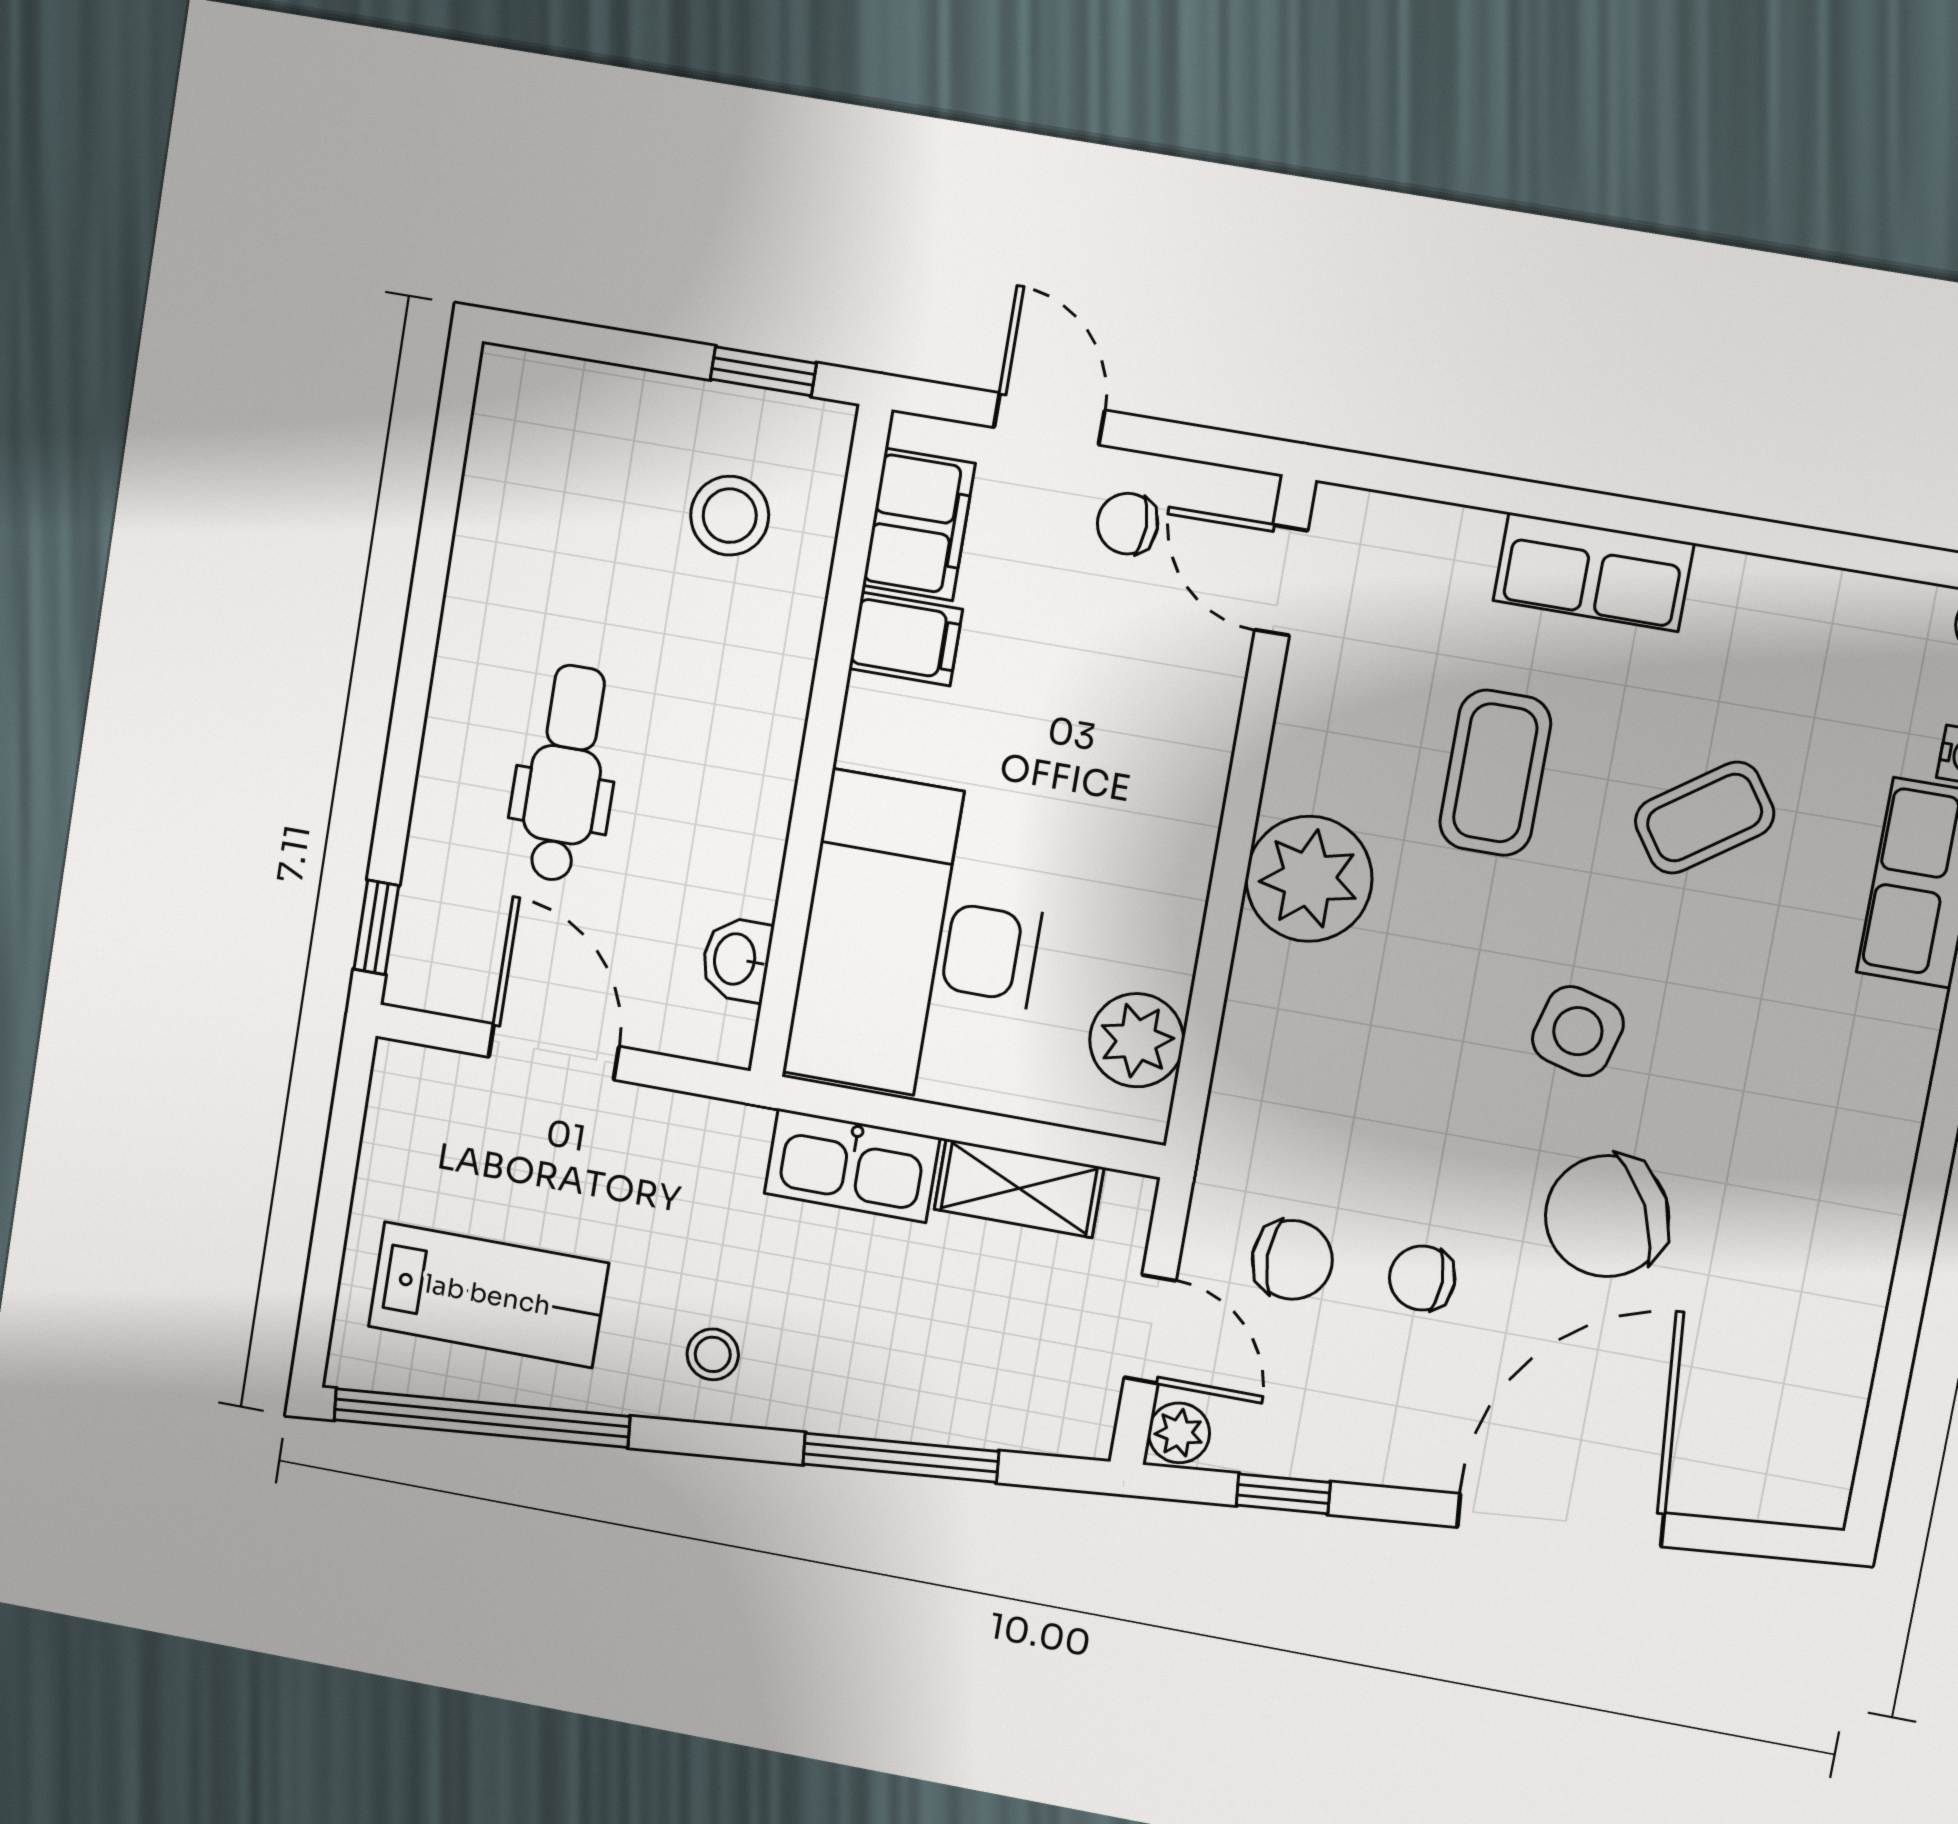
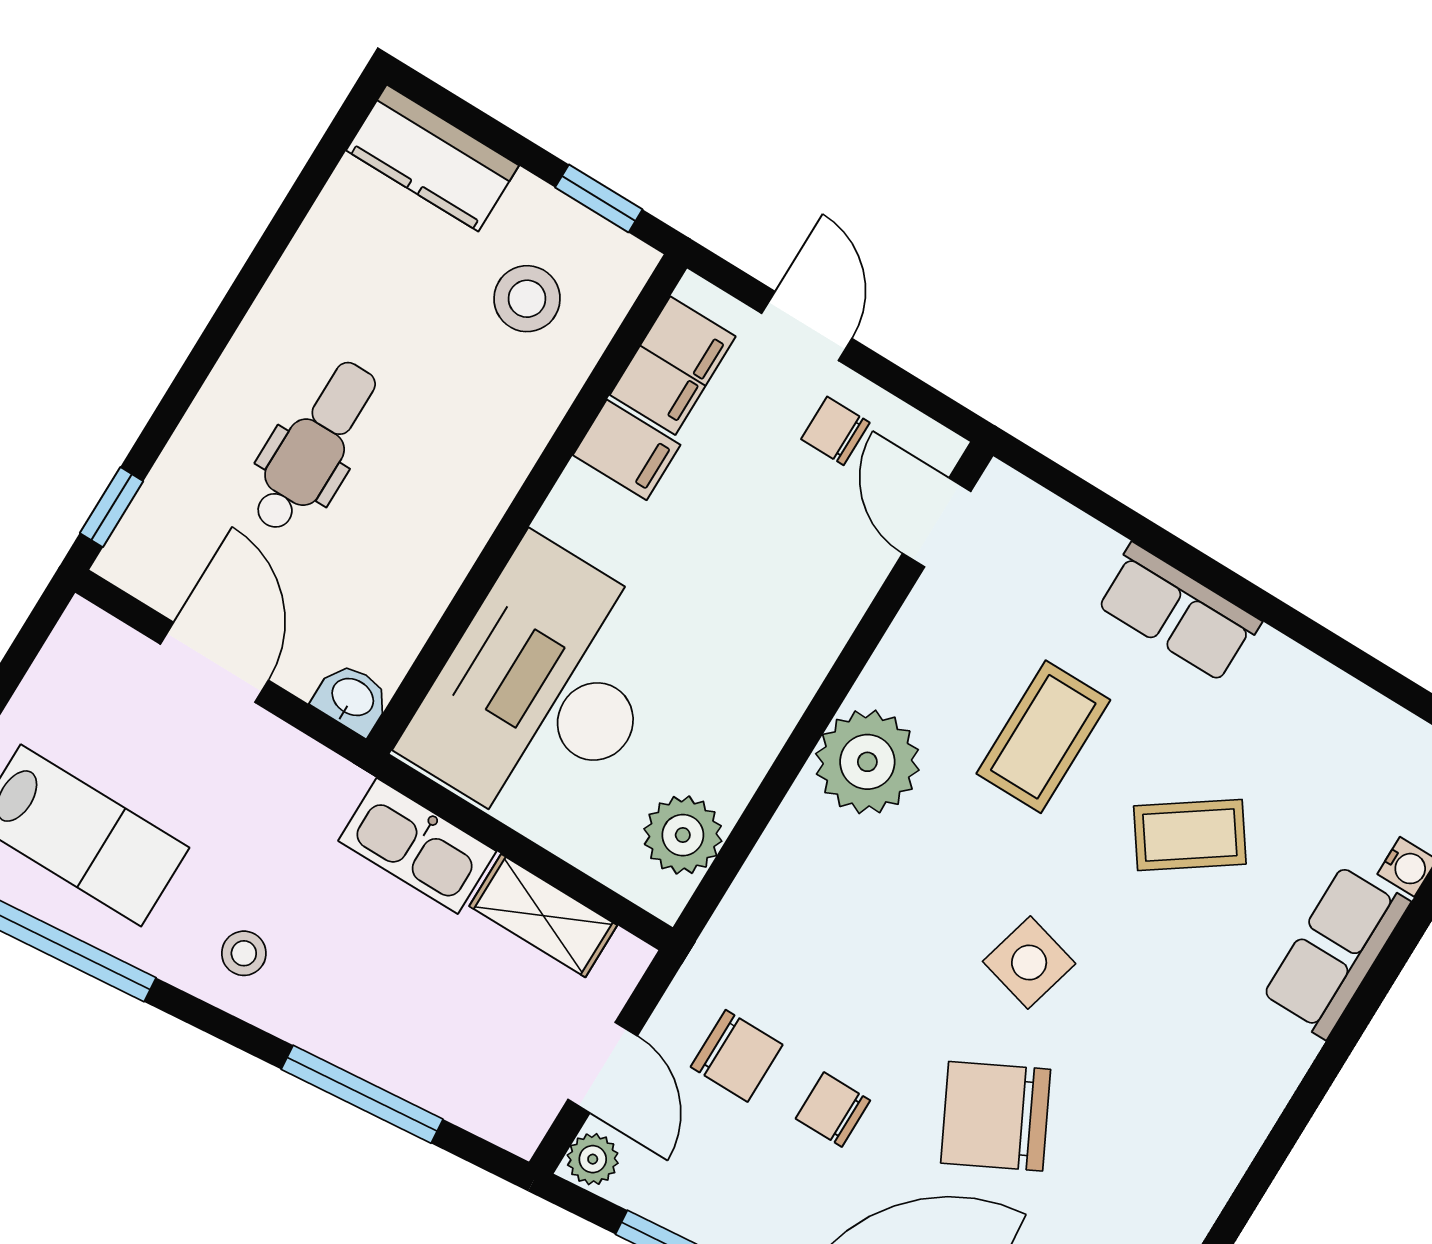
kitchen counter: (564, 402) -> (432, 158), added
washbasin: (736, 959) -> (352, 698), moved, turned 90

